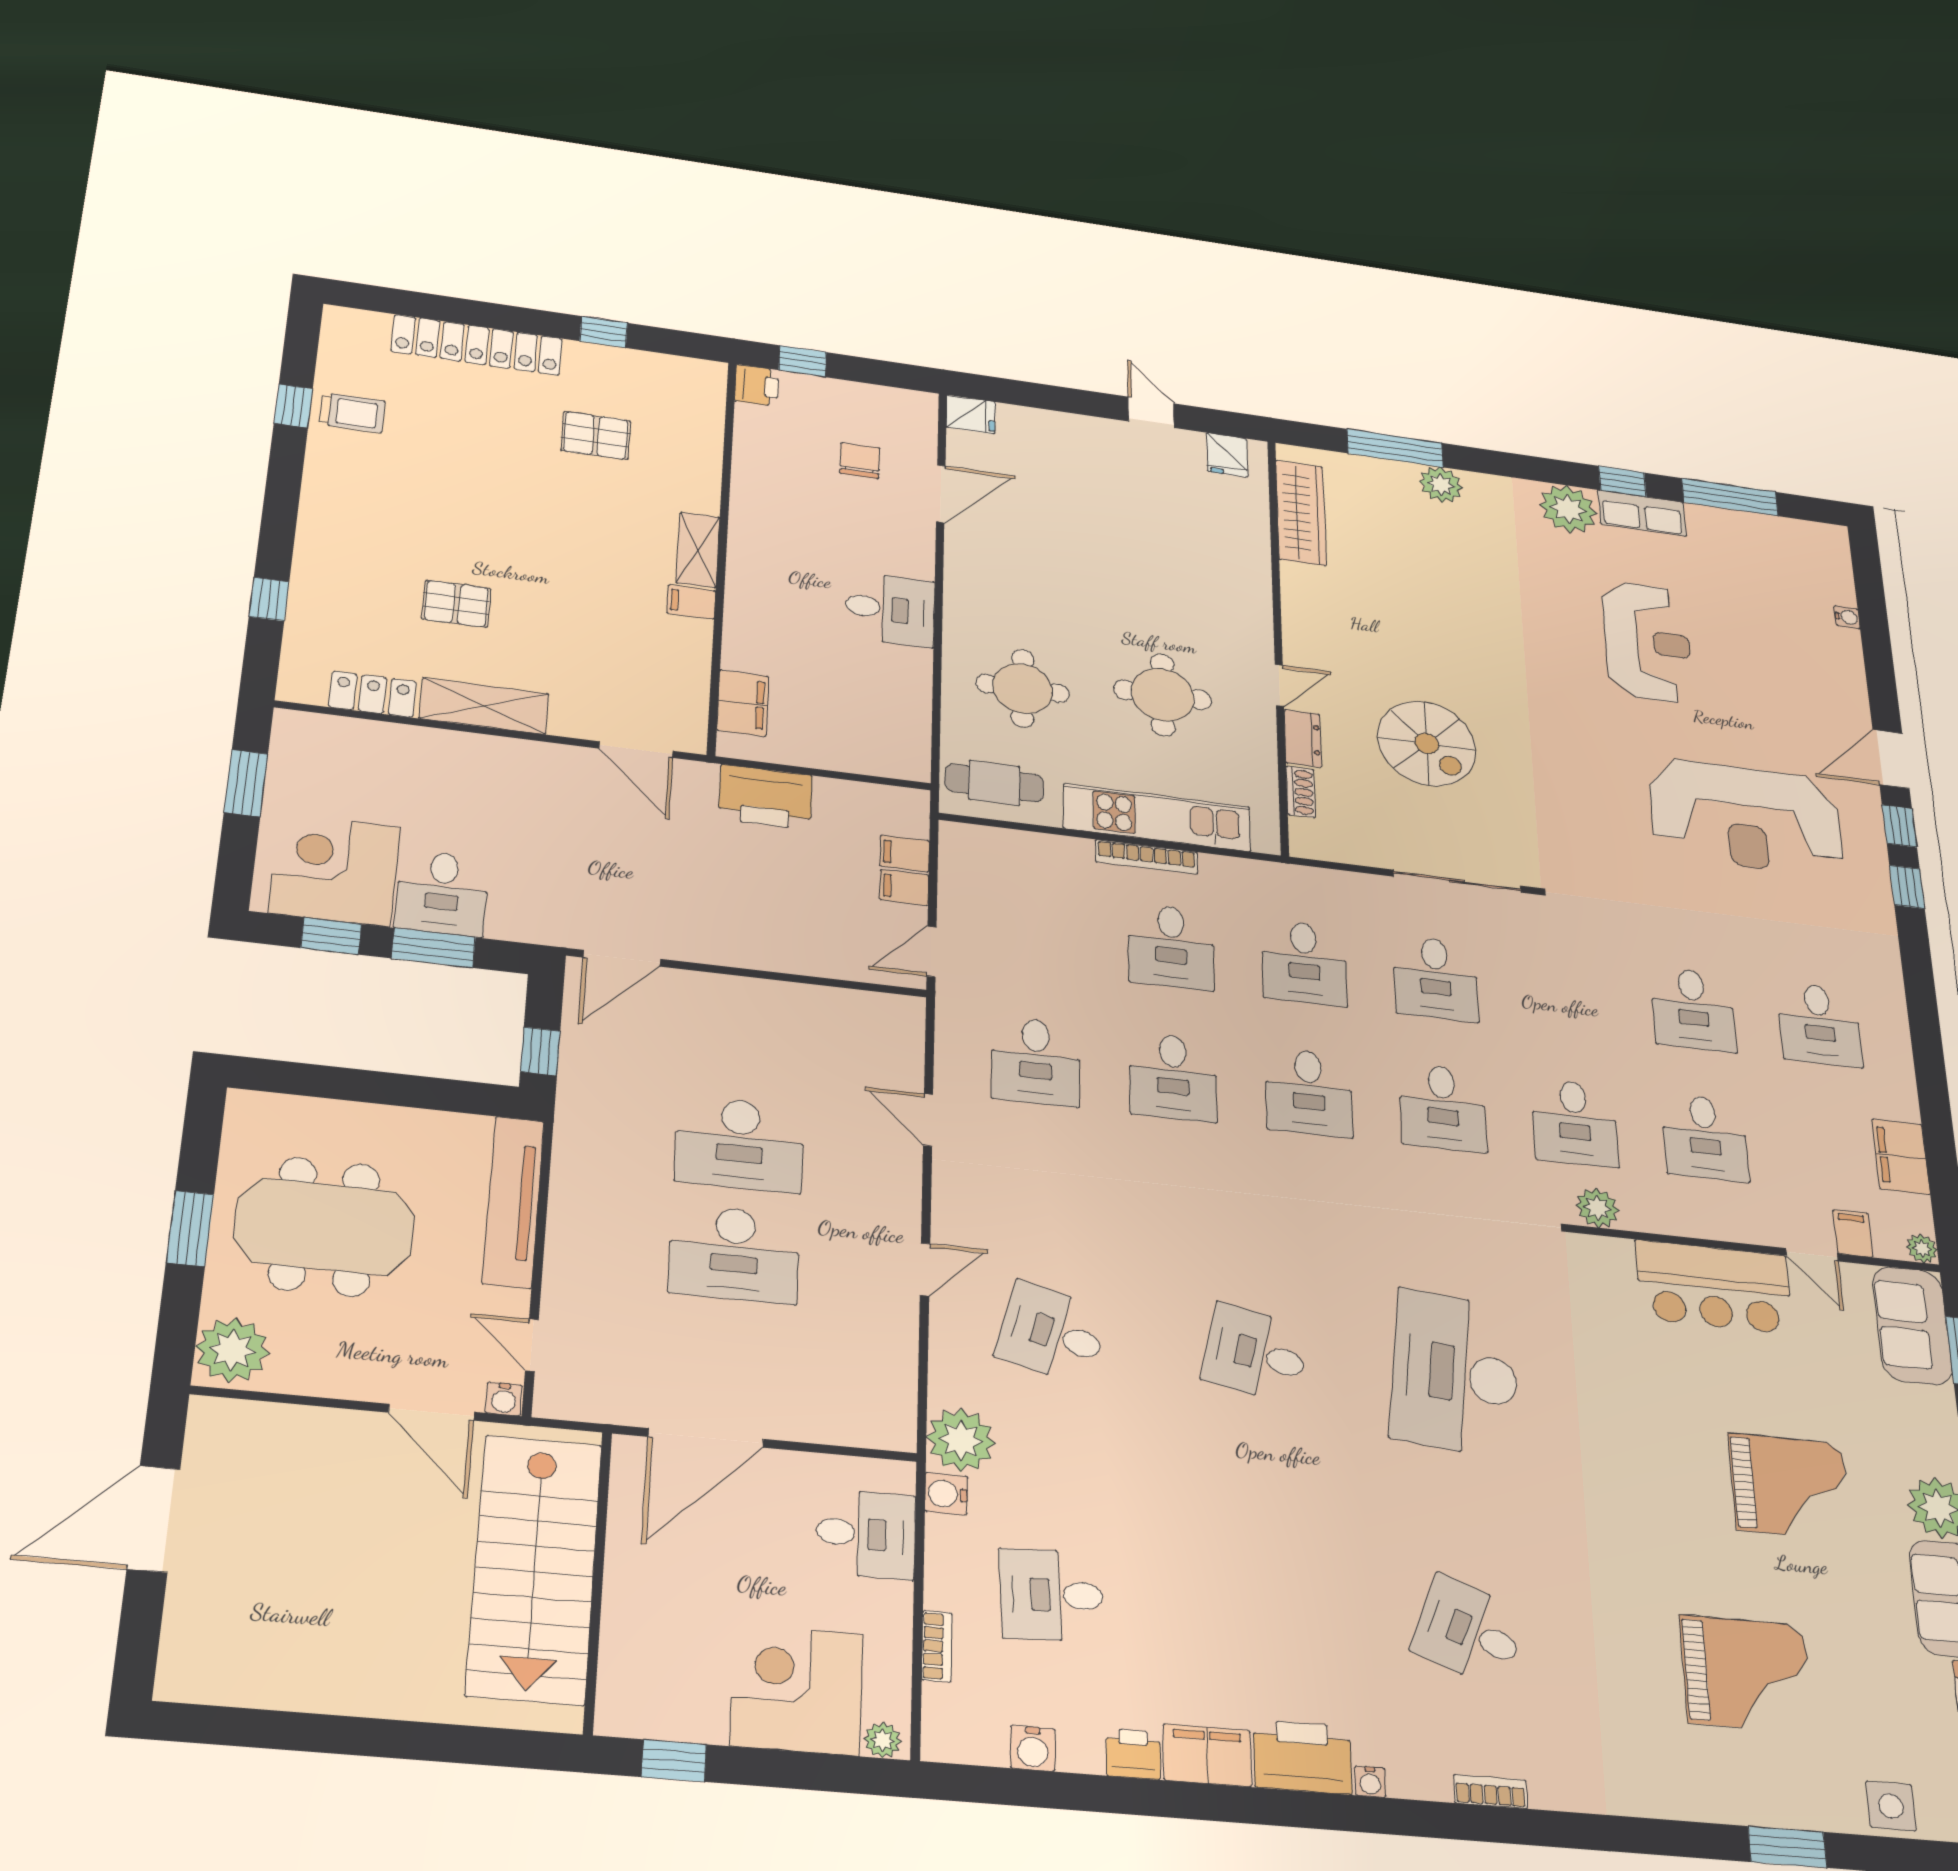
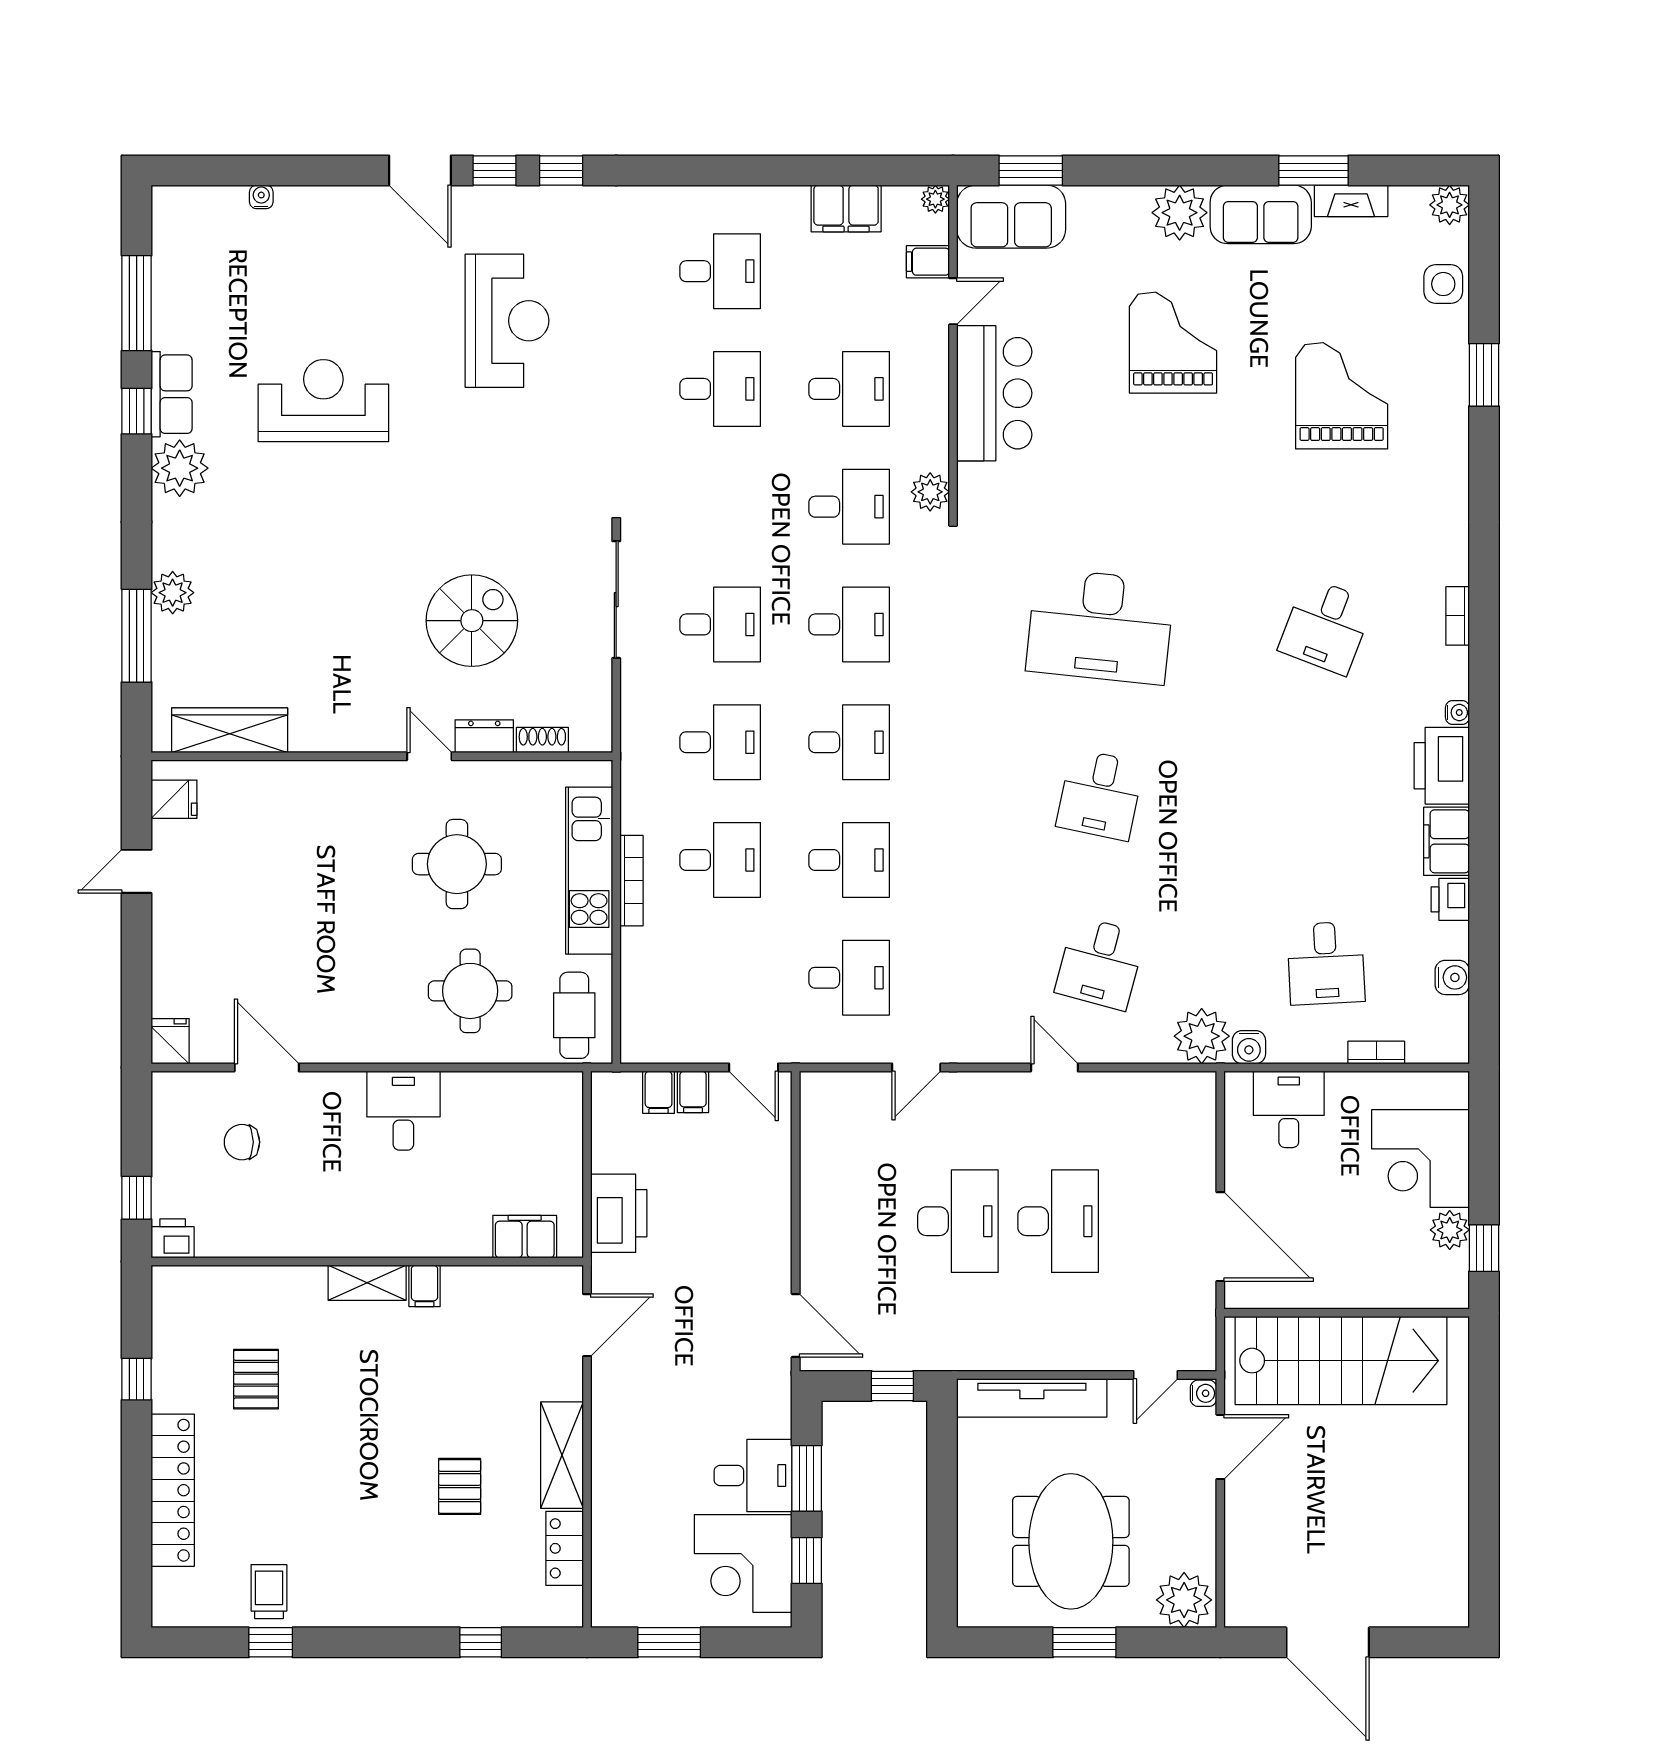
reception desk: (1746, 817) -> (507, 321), width x0.74, depth x0.77
plant: (883, 1740) -> (1450, 1230), moved, width x1.38, depth x1.38

